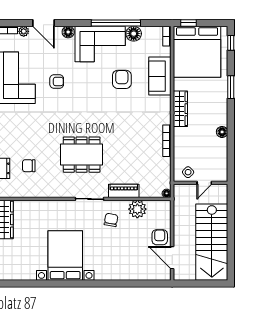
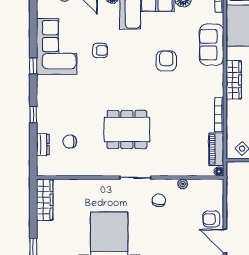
armchair: (122, 79) -> (166, 61), moved
piano: (124, 191) -> (216, 149), moved, turned -90
plant: (137, 209) -> (183, 184), width x0.53, depth x0.53
armchair: (160, 237) -> (211, 219), turned -90

